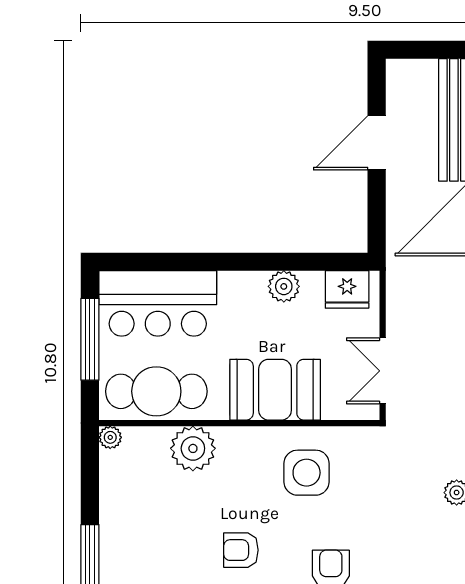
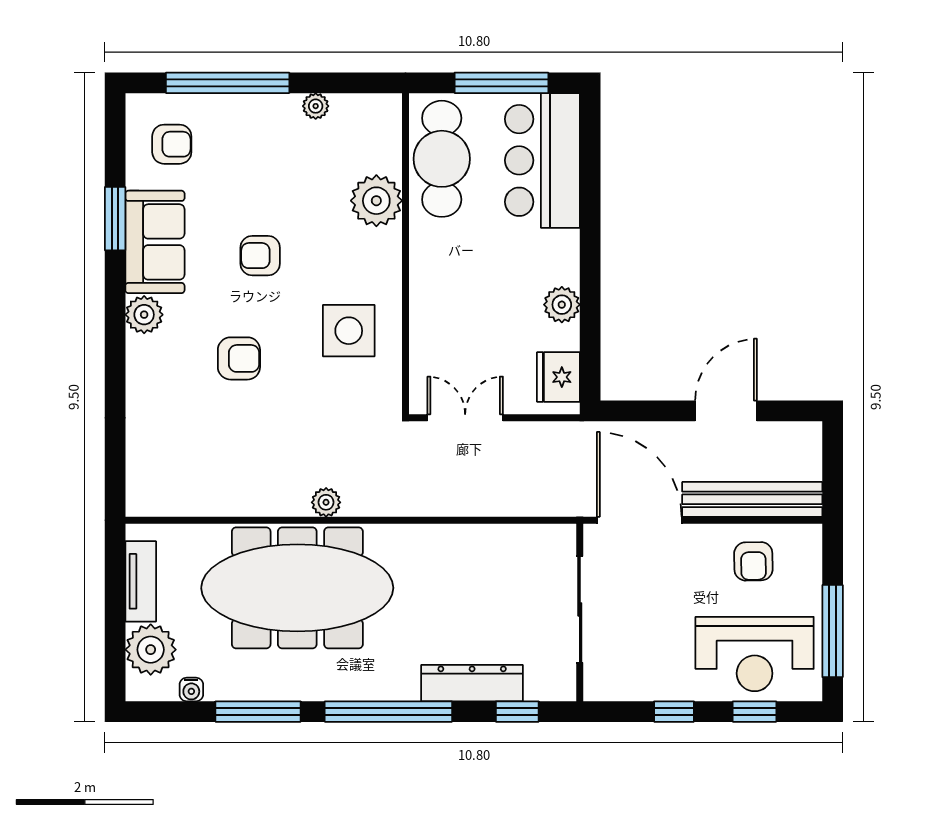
door: (377, 143) -> (726, 411), hinge flipped
booth: (275, 390) -> (444, 295), removed
plant: (110, 437) -> (316, 106), moved
armchair: (241, 550) -> (260, 256), turned -90

